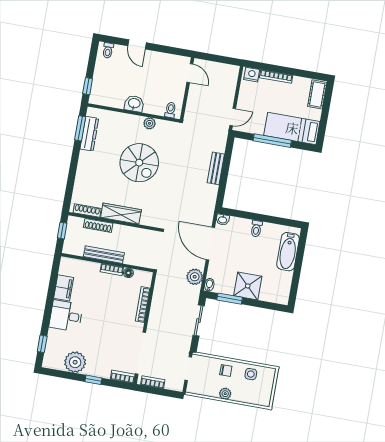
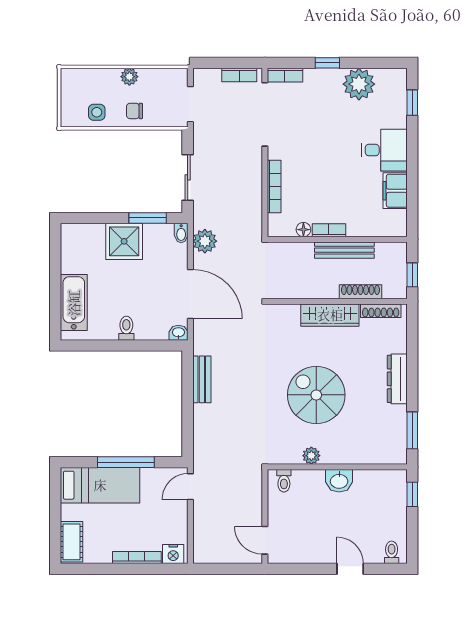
dresser: (89, 134) -> (397, 379), moved
bench: (216, 168) -> (202, 379), moved

